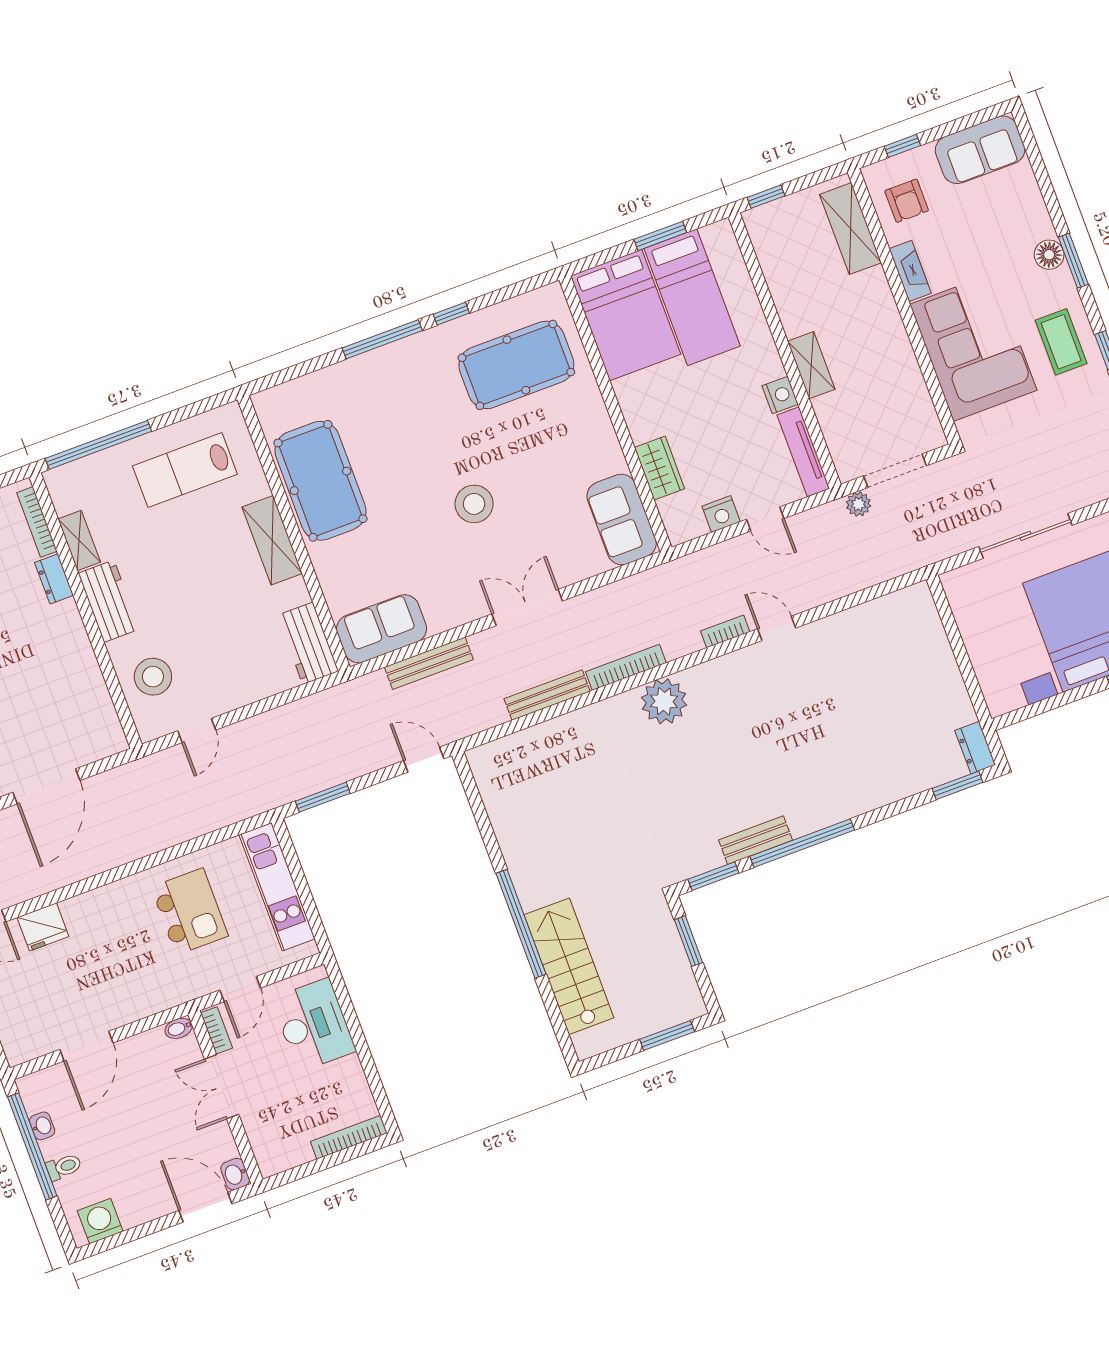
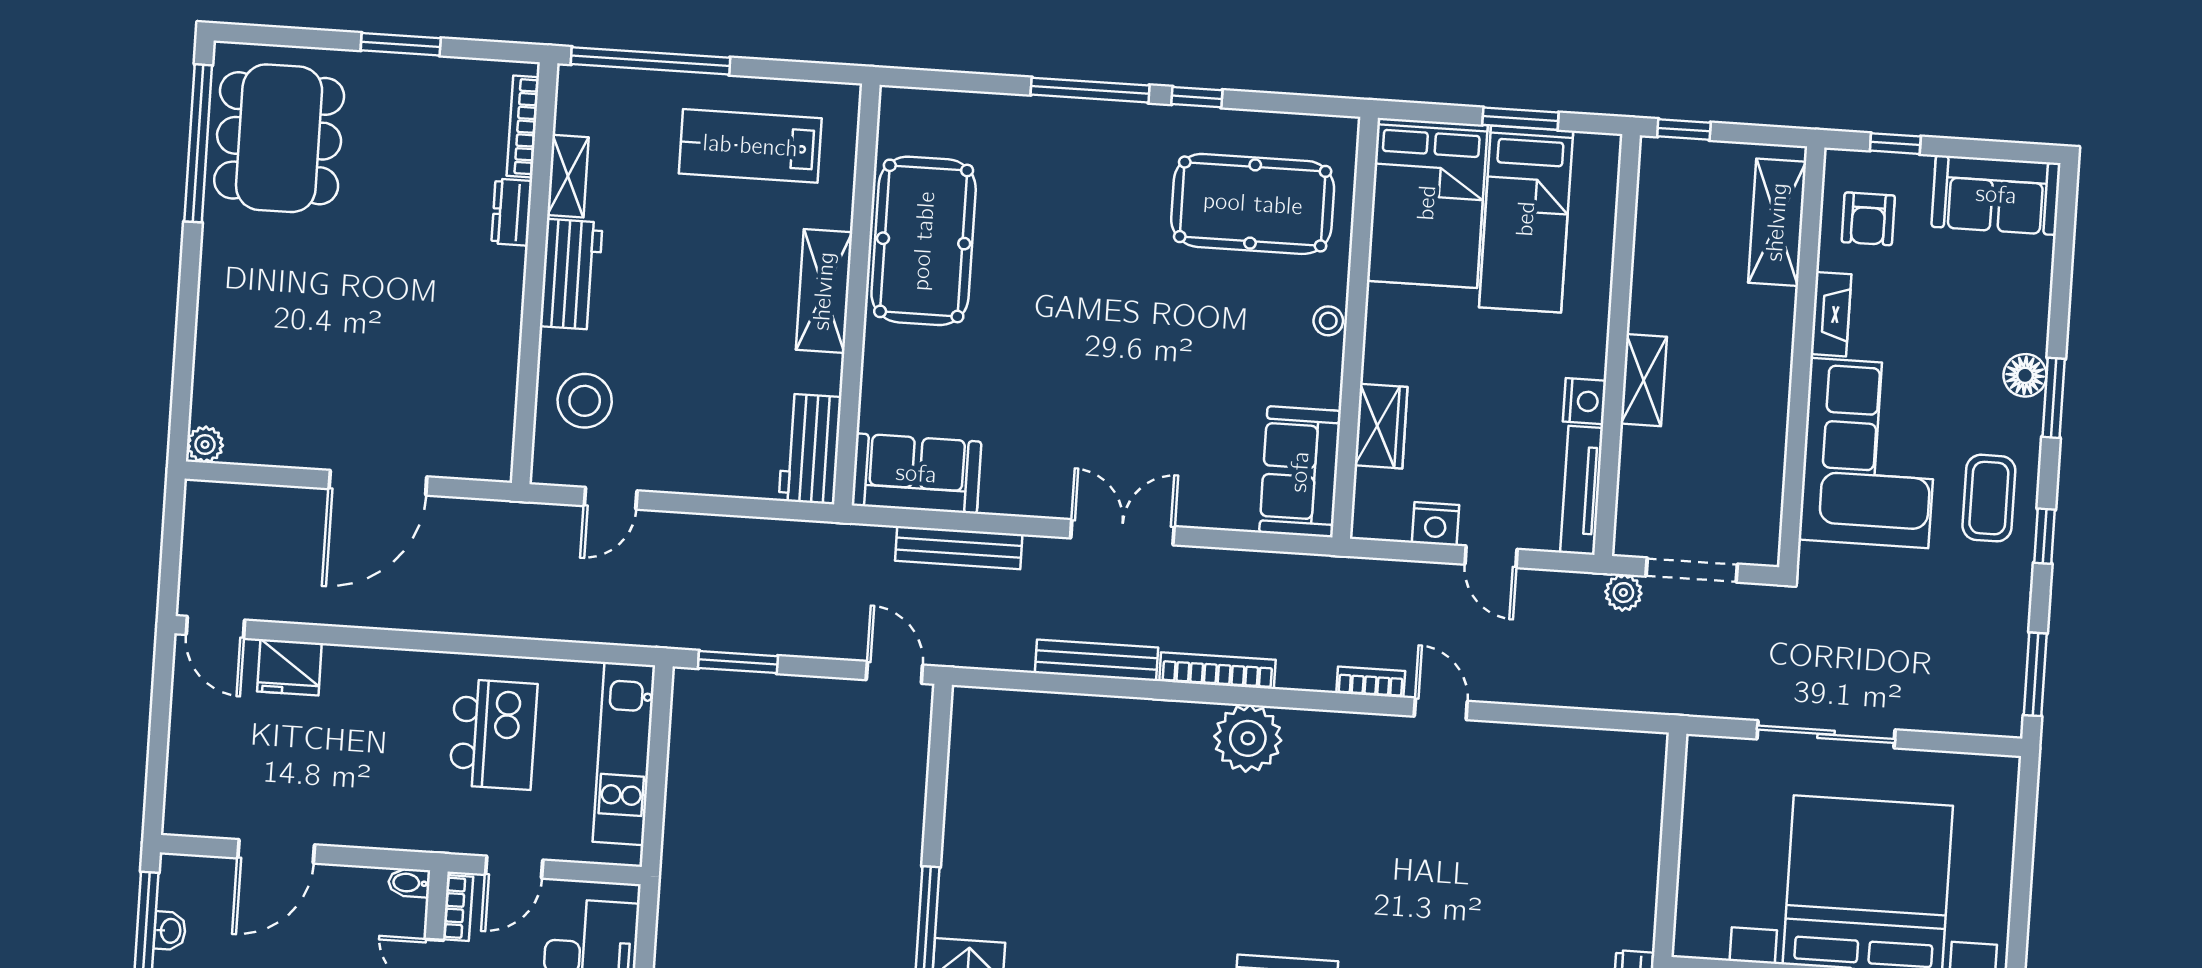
stool: (474, 504) -> (1328, 321), moved, width x0.53, depth x0.53

